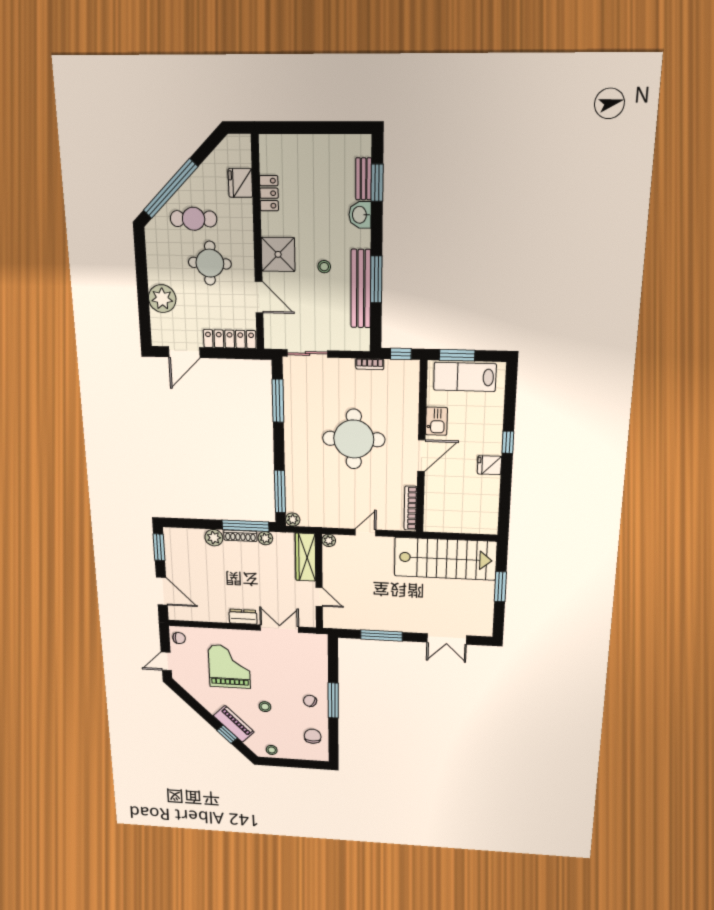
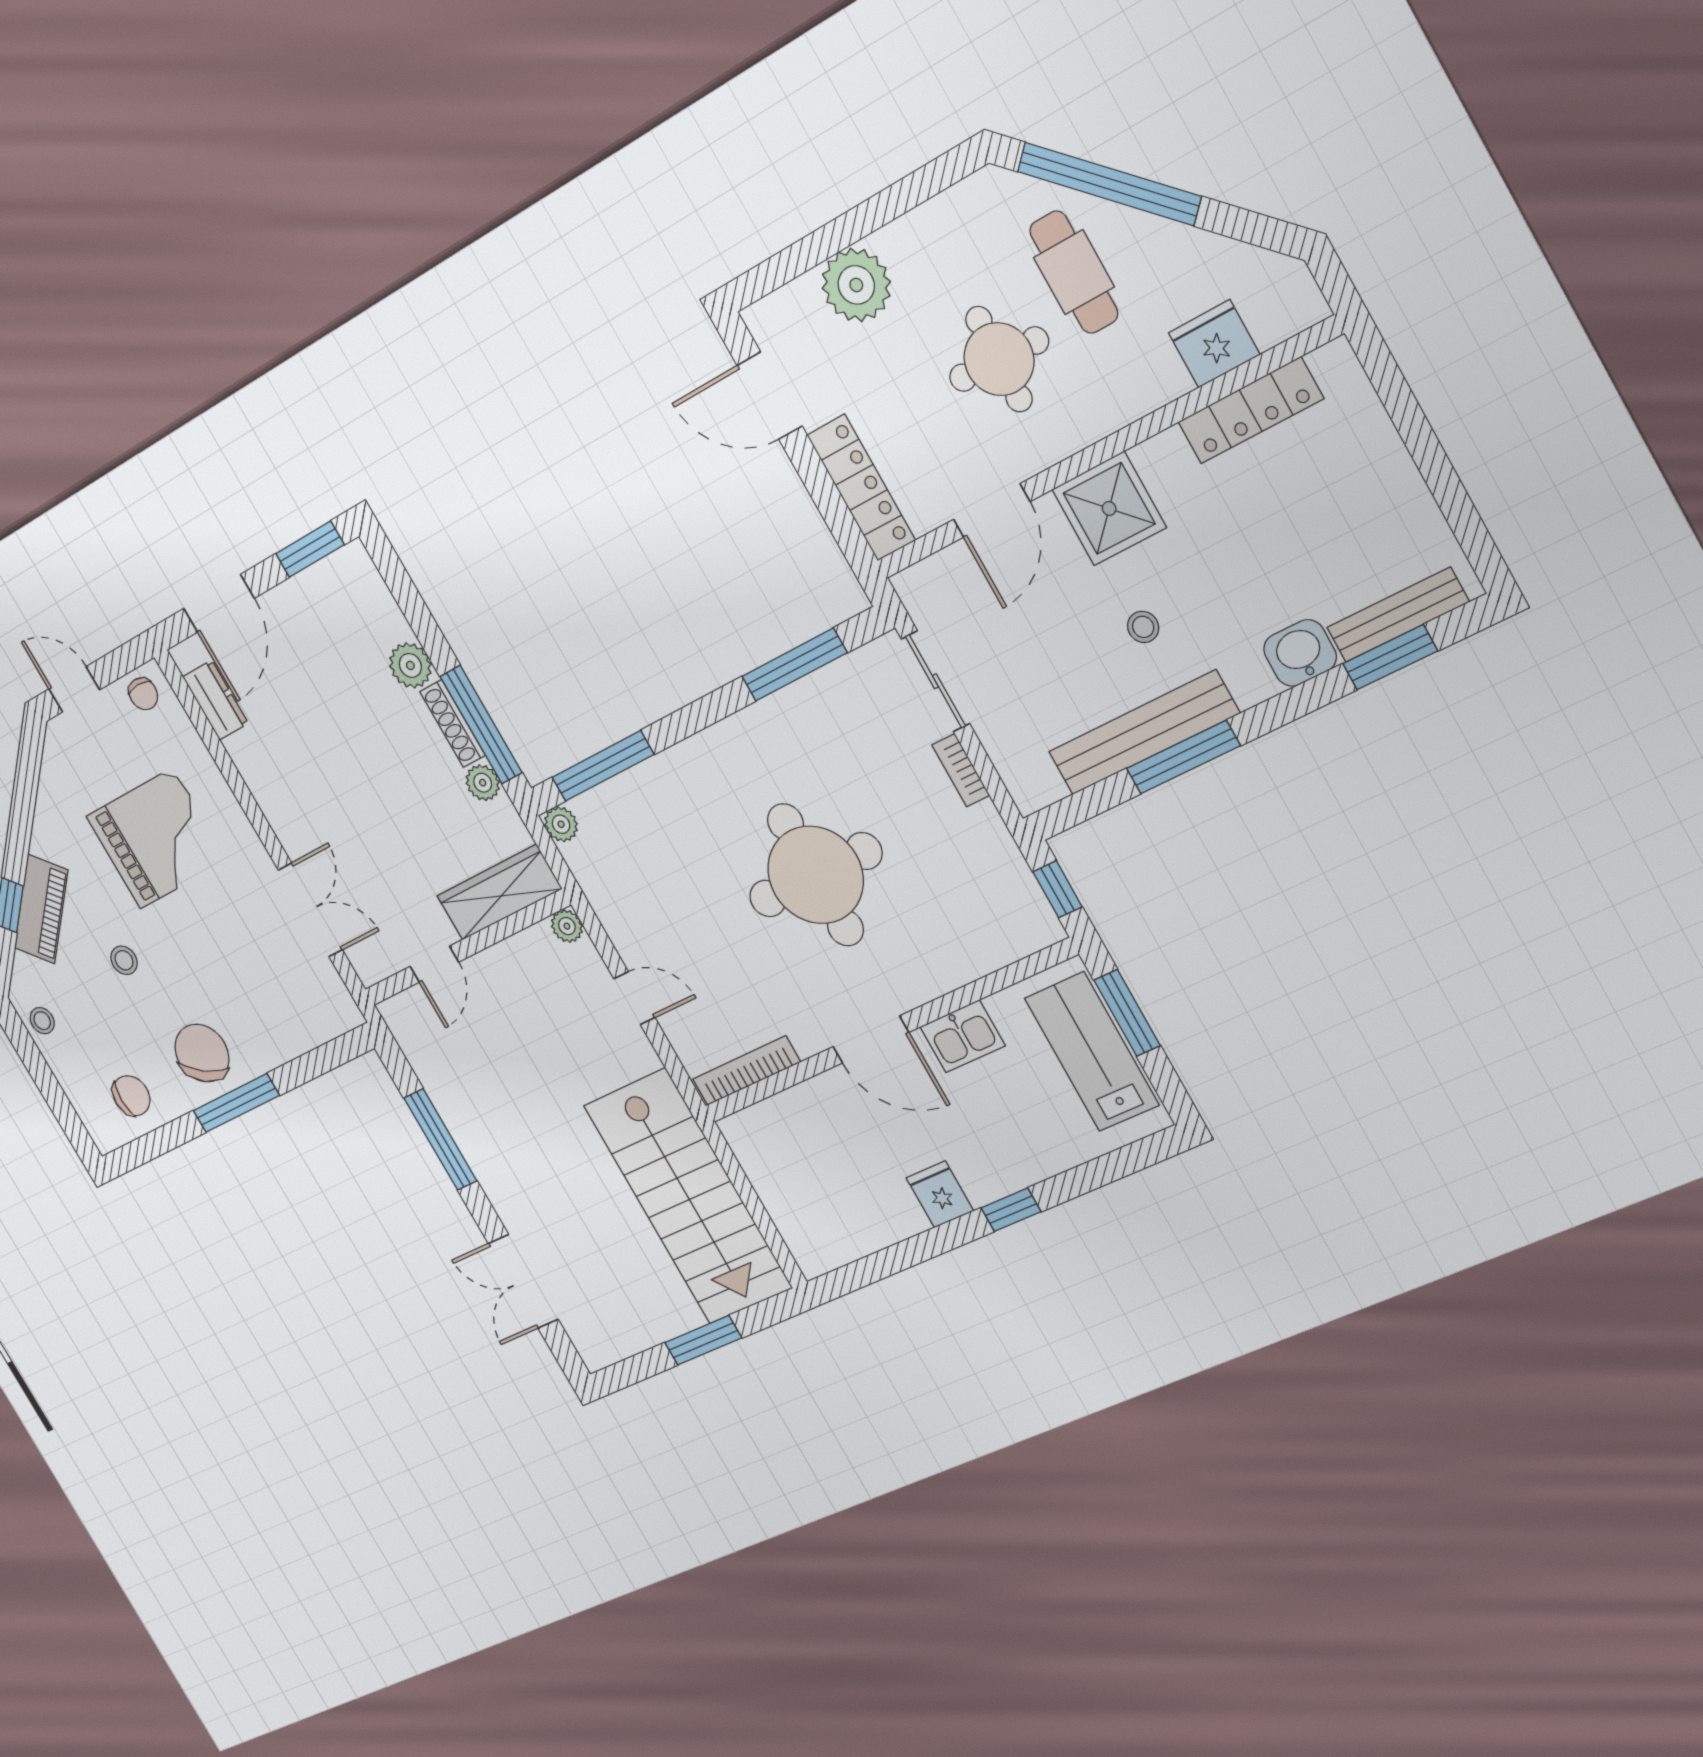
bench: (364, 179) -> (1398, 615), width x1.36
locker: (269, 193) -> (1251, 410), width x1.53
bookcase: (370, 364) -> (961, 770), moved
dresser: (243, 617) -> (216, 700), moved
chair: (310, 701) -> (202, 1053), width x1.87, depth x1.87

